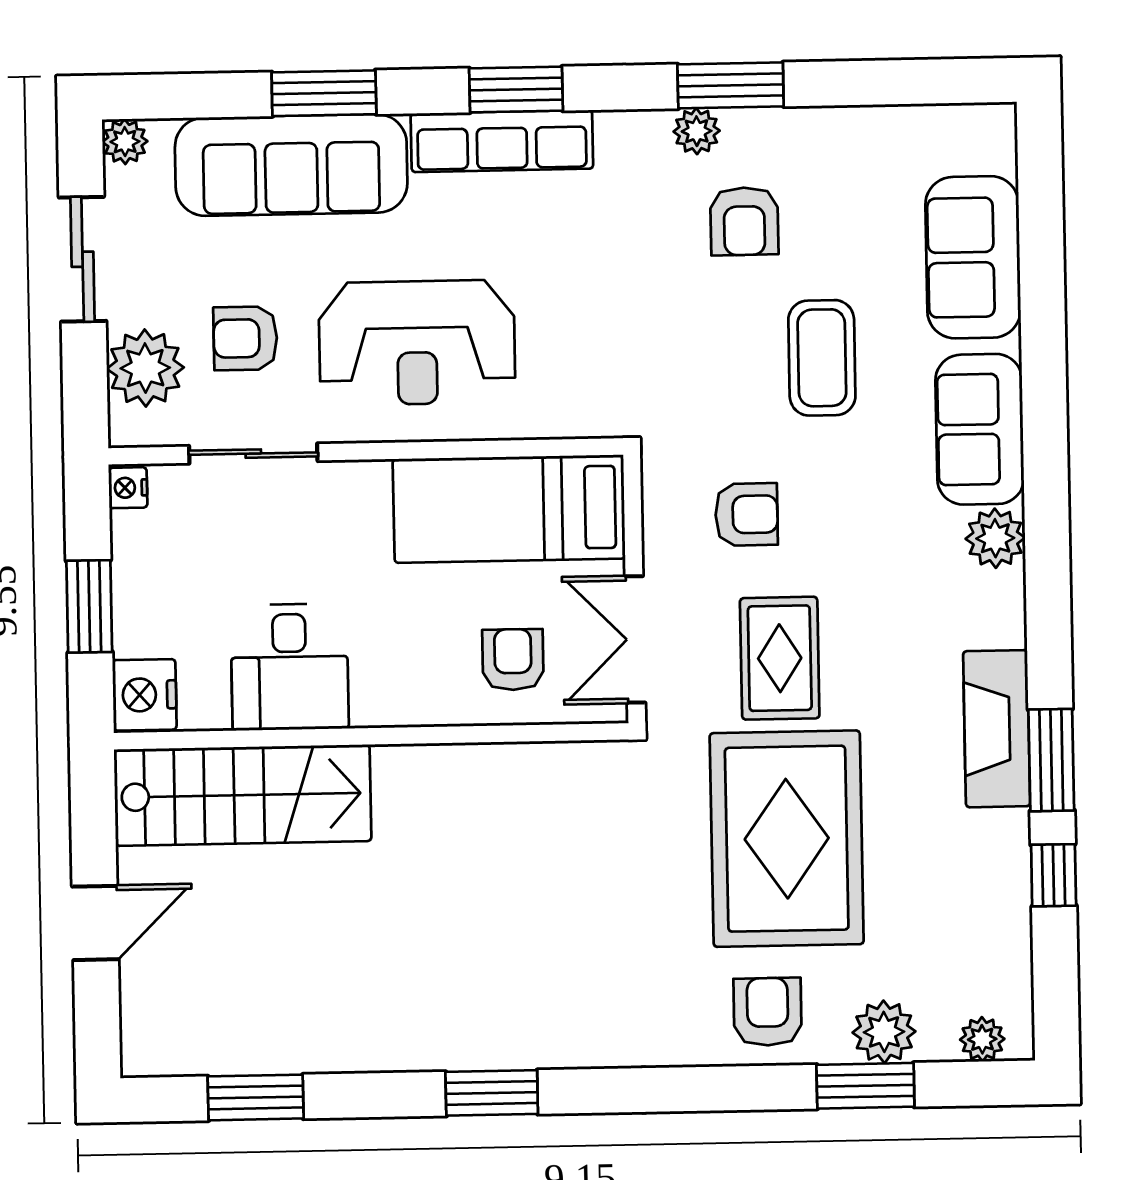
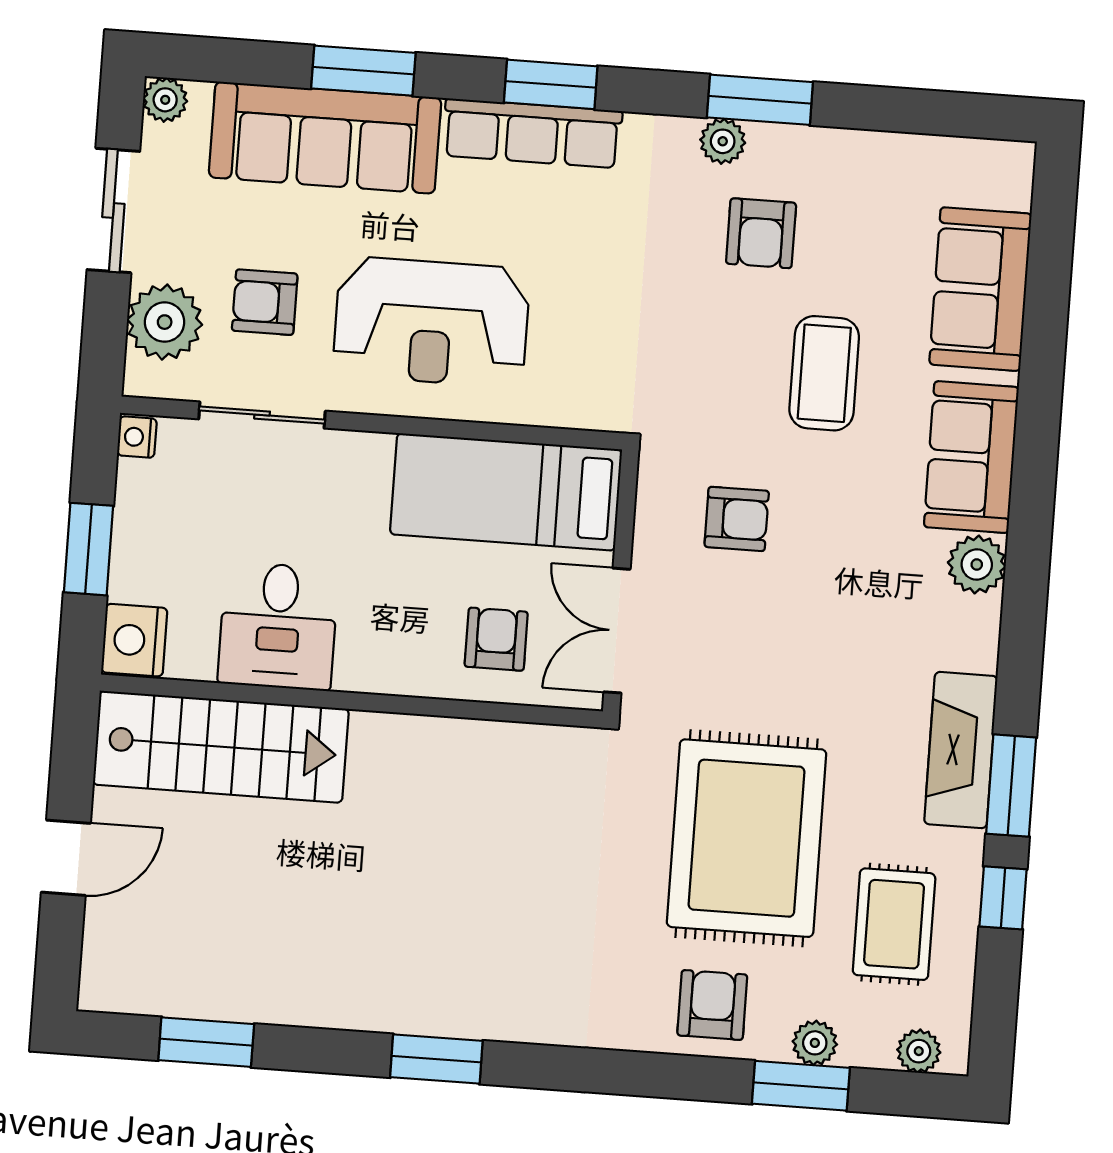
rug: (780, 658) -> (894, 924), moved
plant: (884, 1032) -> (815, 1043), width x0.73, depth x0.73

